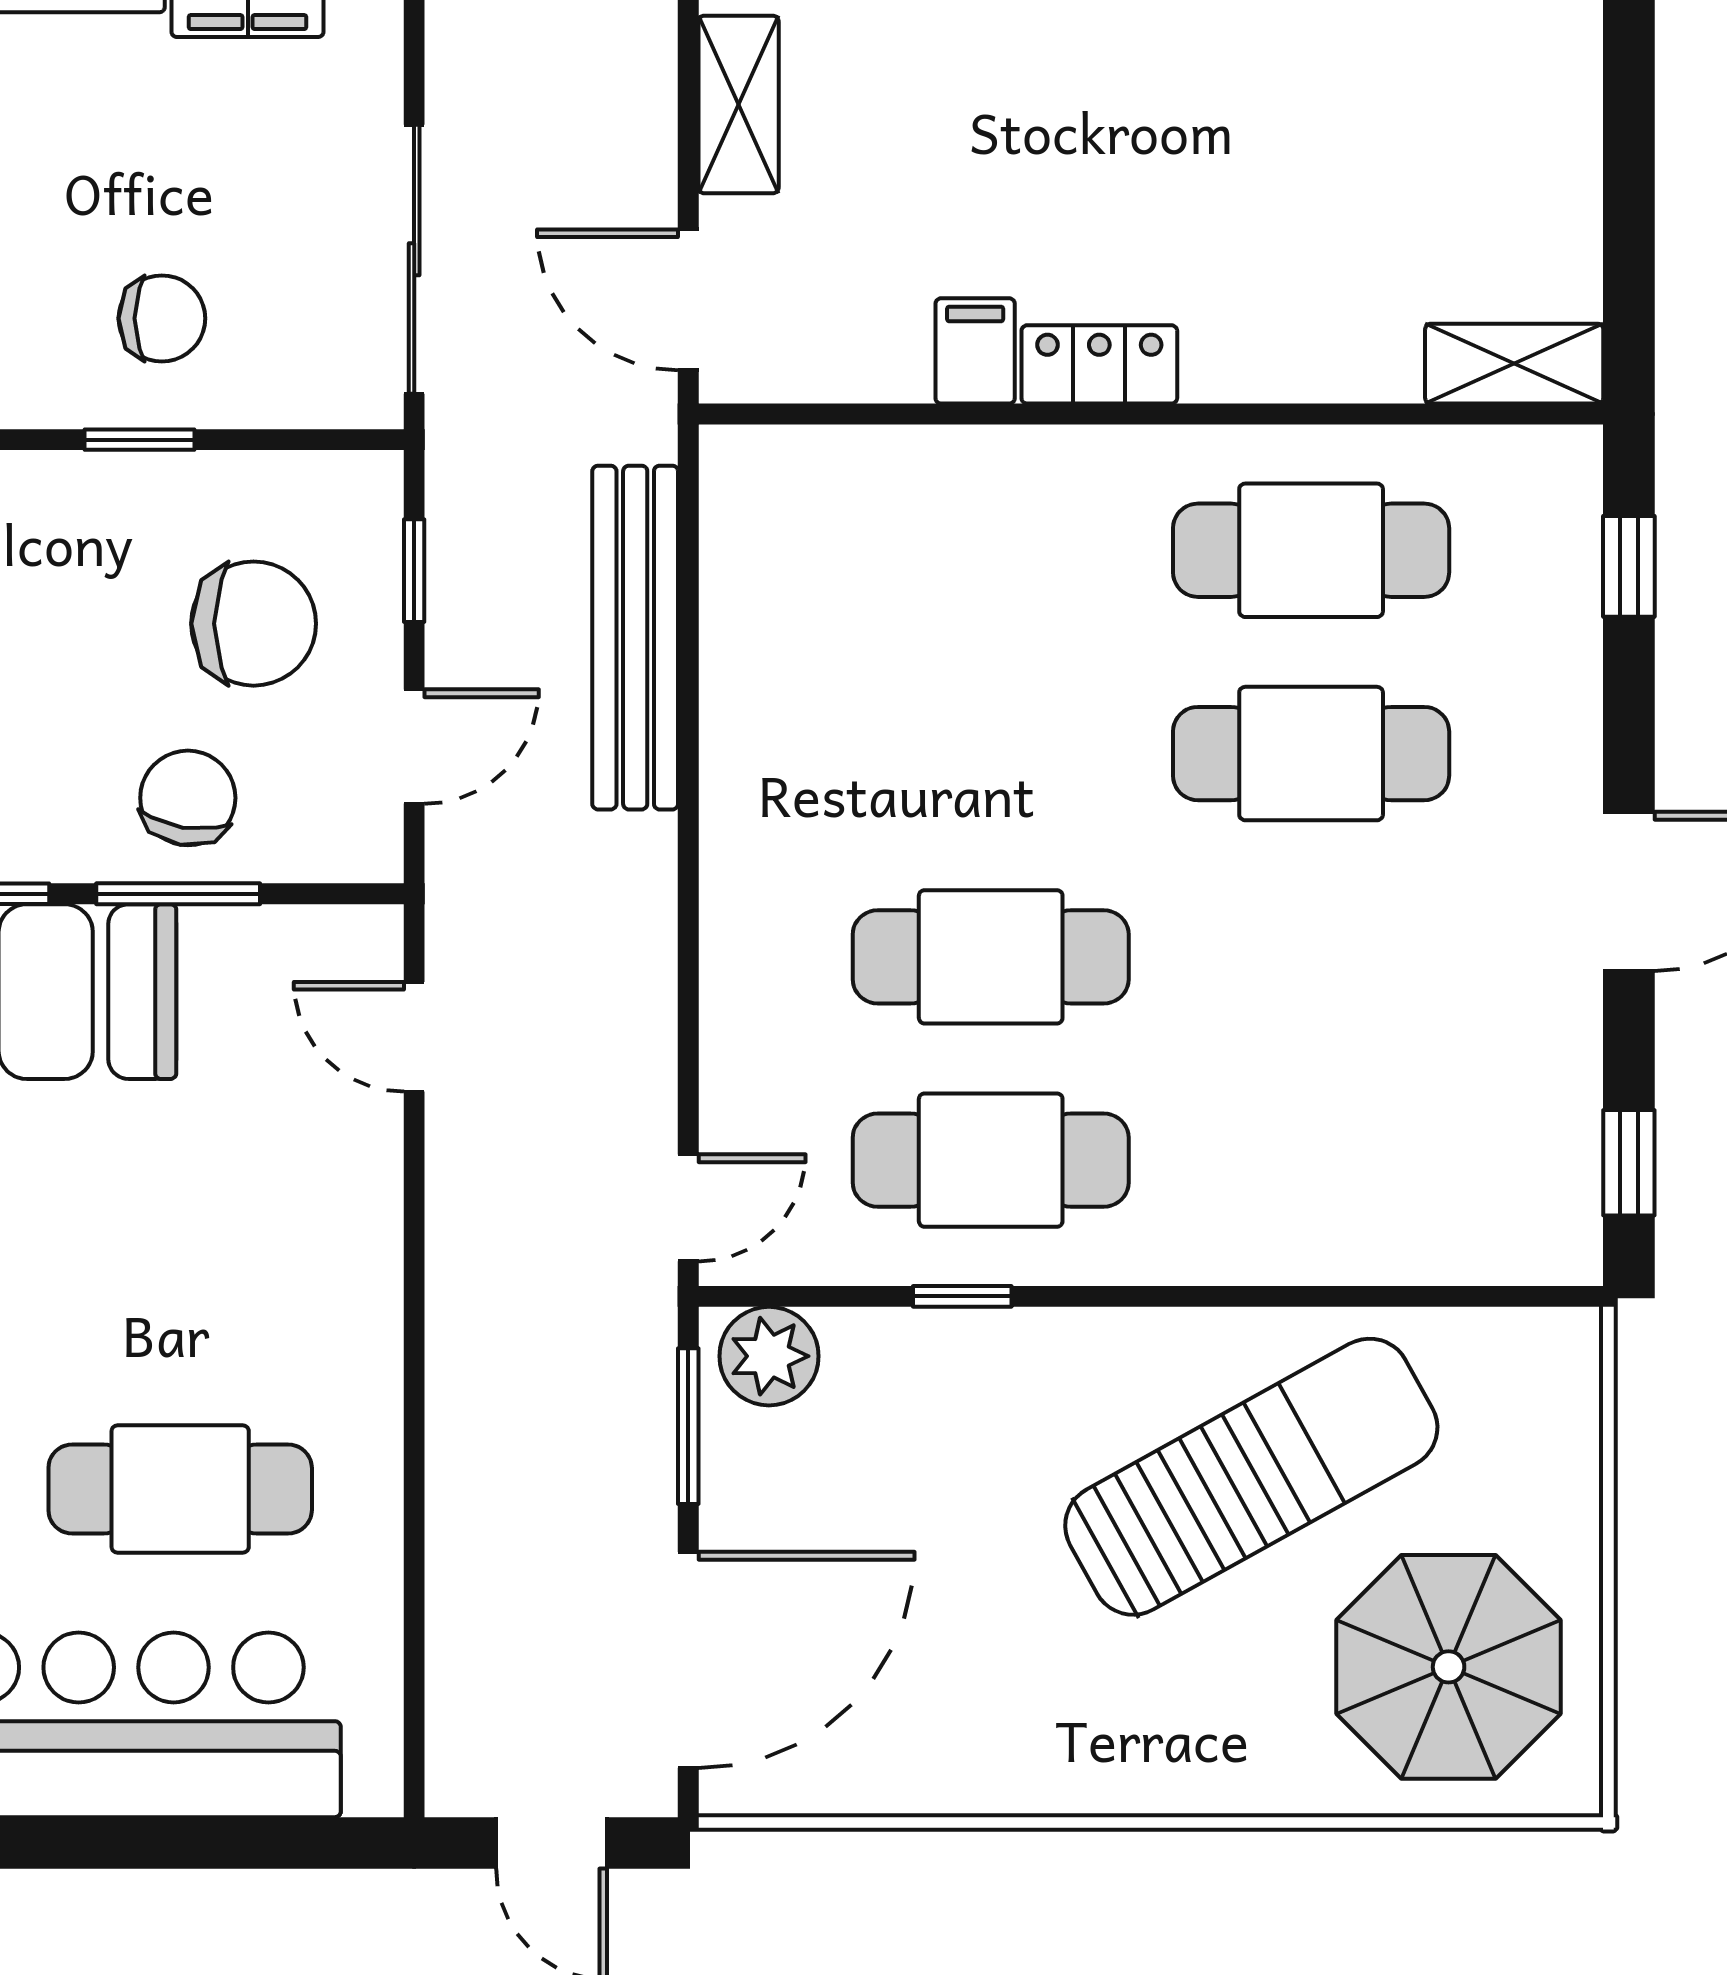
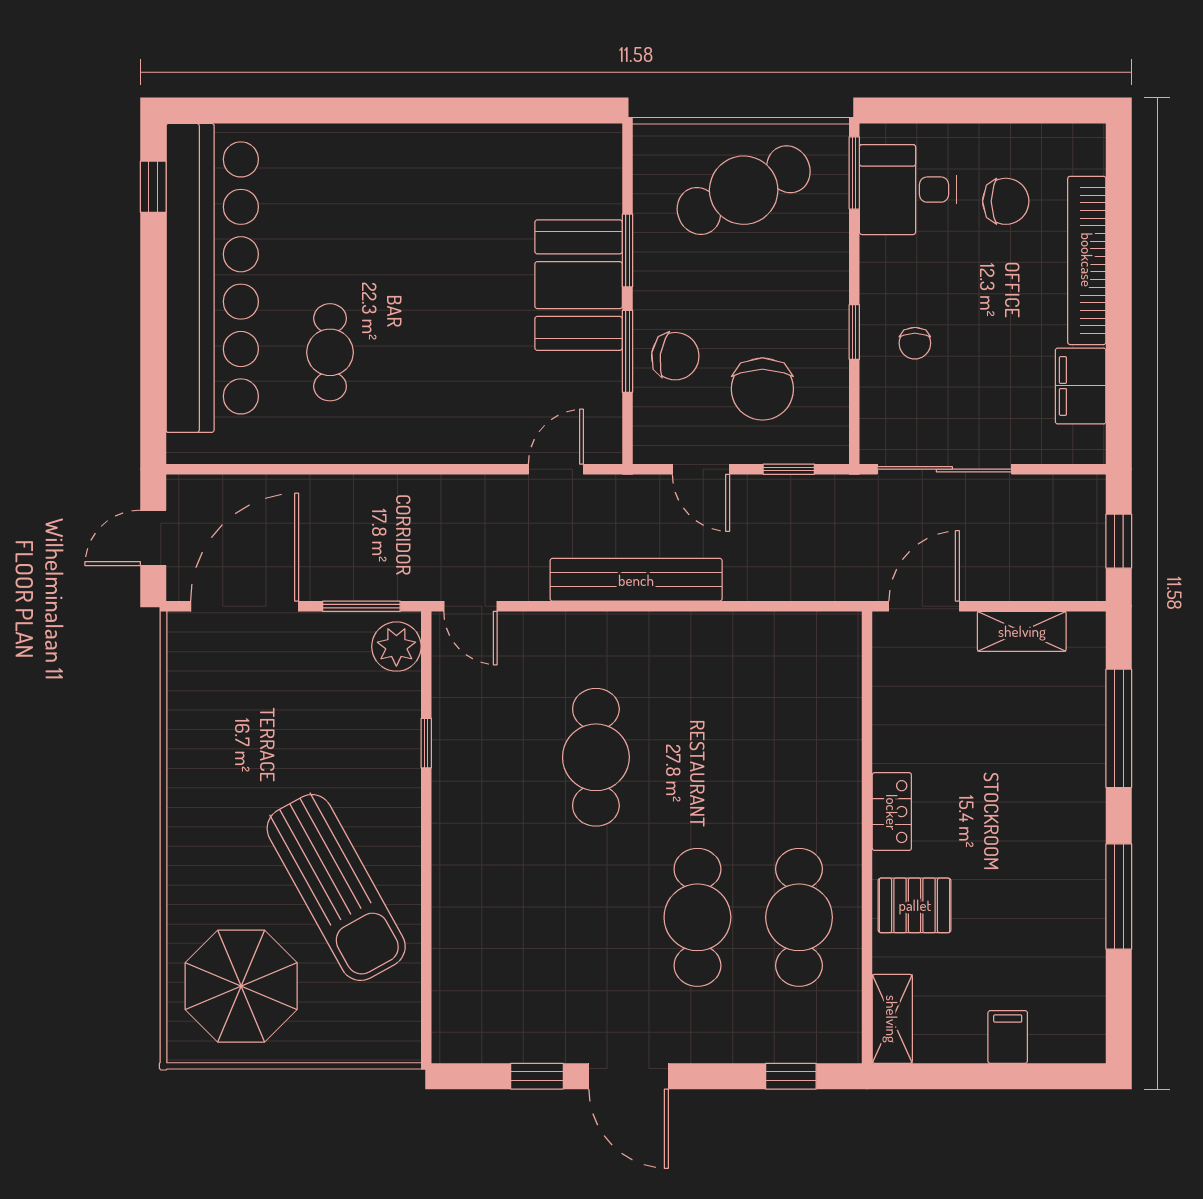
chair: (162, 318) -> (915, 343), width x0.73, depth x0.73
pallet: (1287, 319) -> (915, 905), added
filing cabinet: (975, 351) -> (1008, 1037), moved, turned -90
bench: (635, 638) -> (636, 580), moved
cafe table: (991, 1160) -> (494, 757), removed
window: (1629, 1163) -> (537, 1076), moved
cafe table: (180, 1489) -> (330, 352), width x0.73, depth x0.74
door: (688, 1660) -> (245, 606), swing flipped

